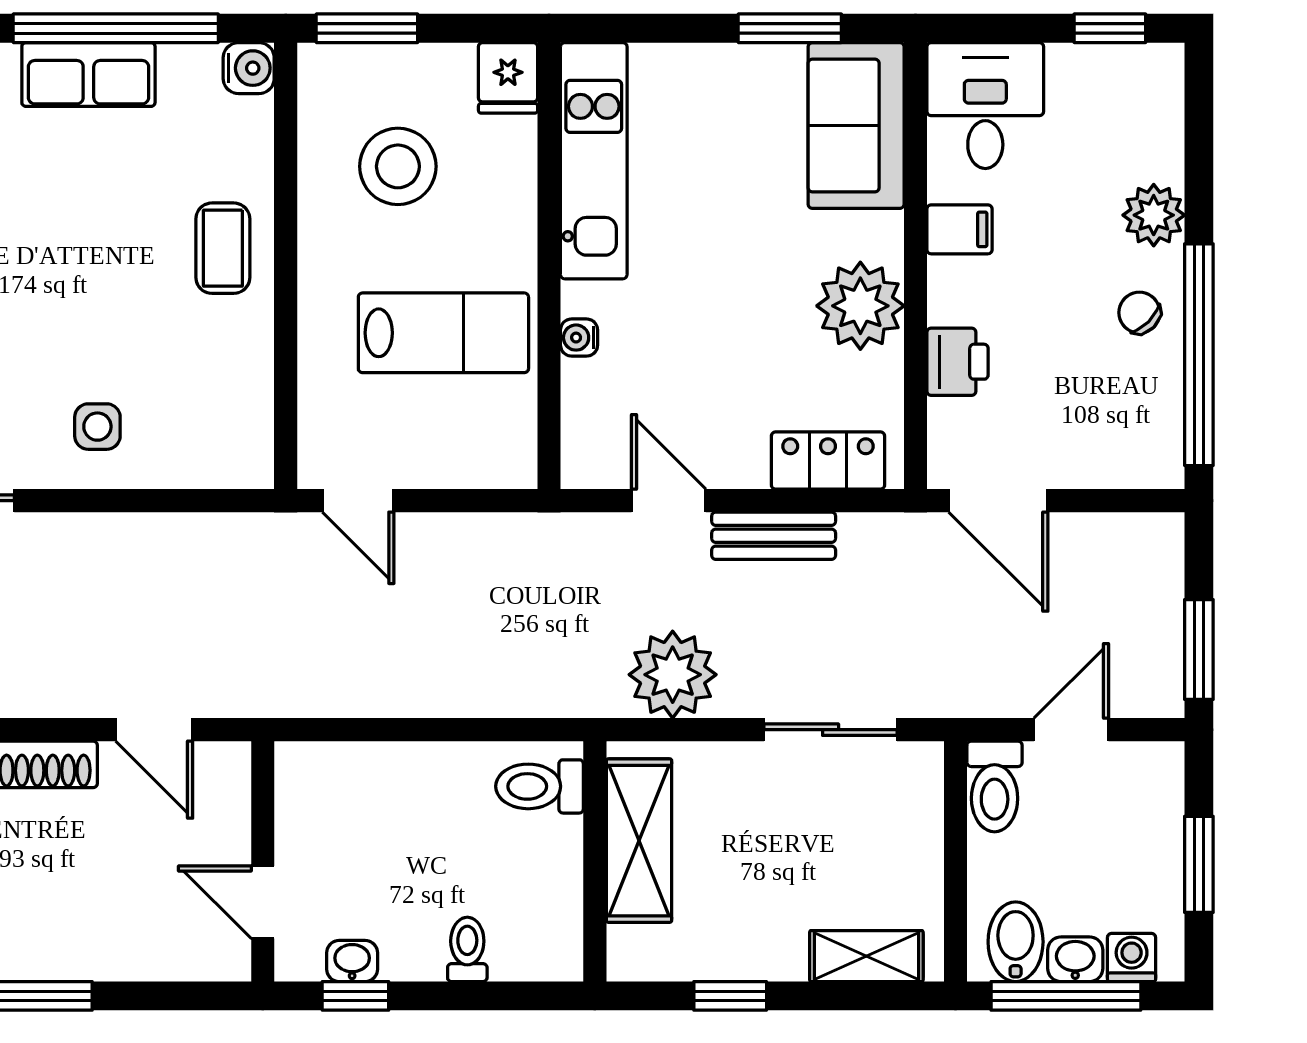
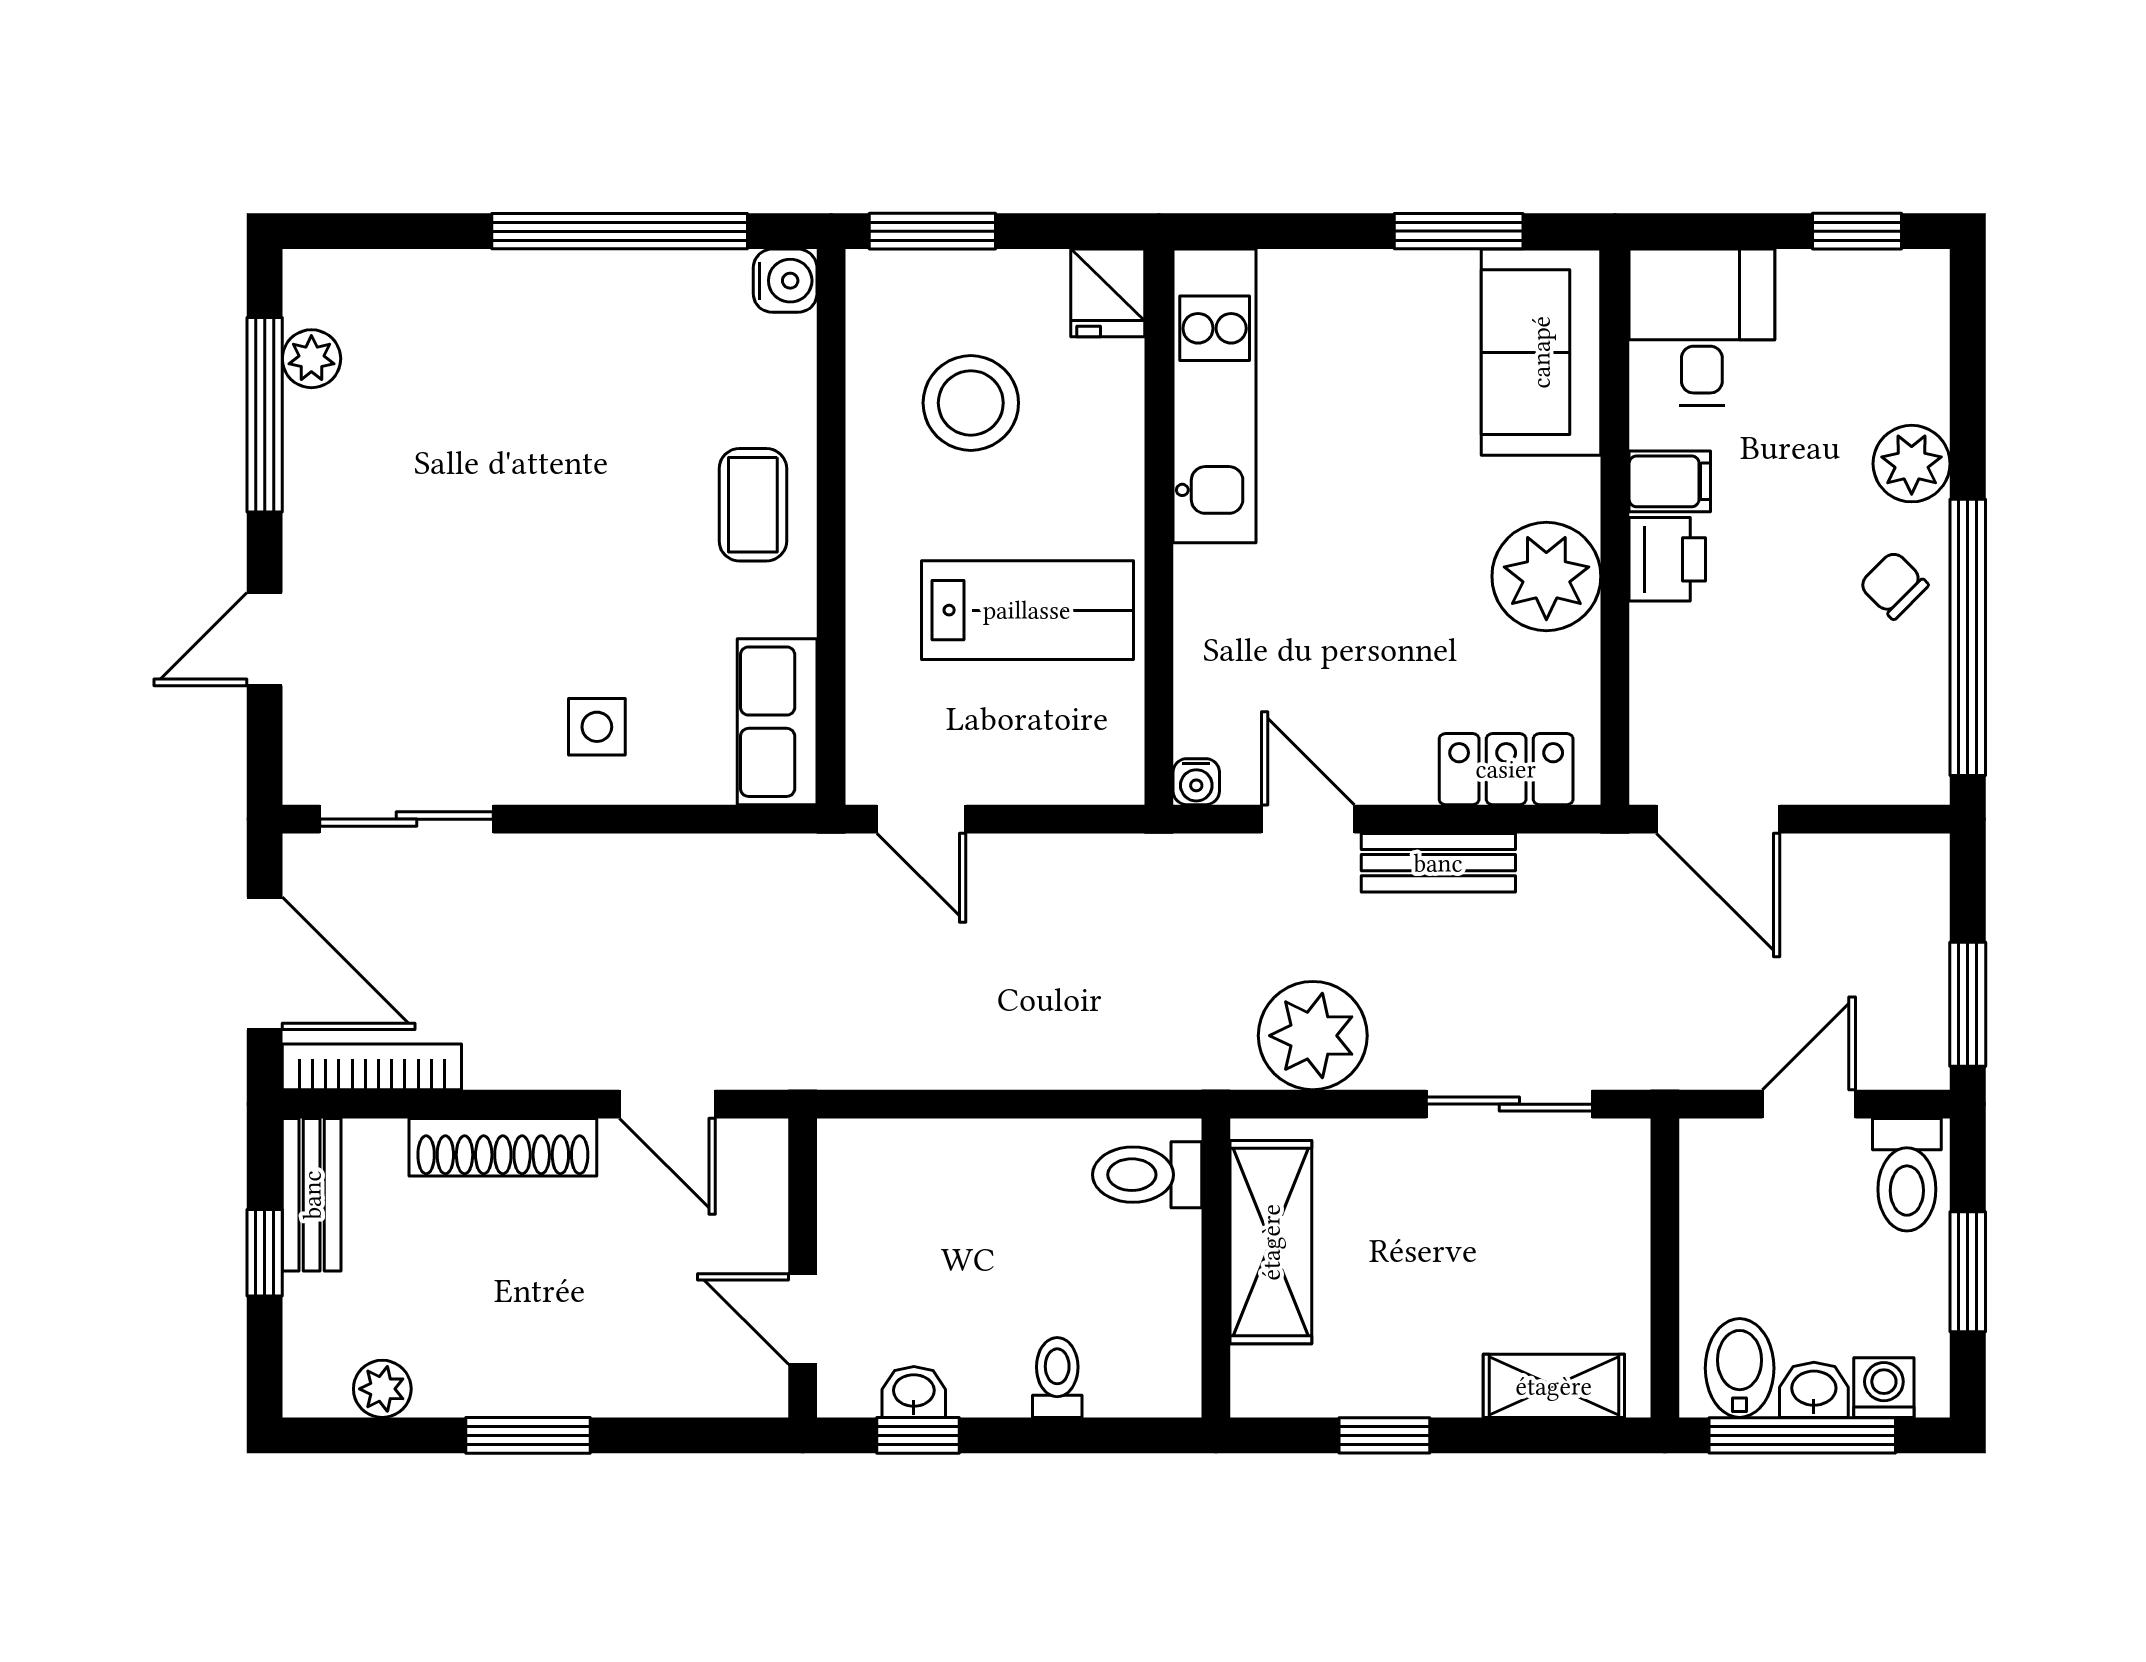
row of seats: (88, 75) -> (777, 722), moved, turned 90
water cooler: (579, 338) -> (1196, 782), moved, turned -90
printer: (957, 362) -> (1667, 559), moved
toilet: (995, 786) -> (1907, 1175), moved

